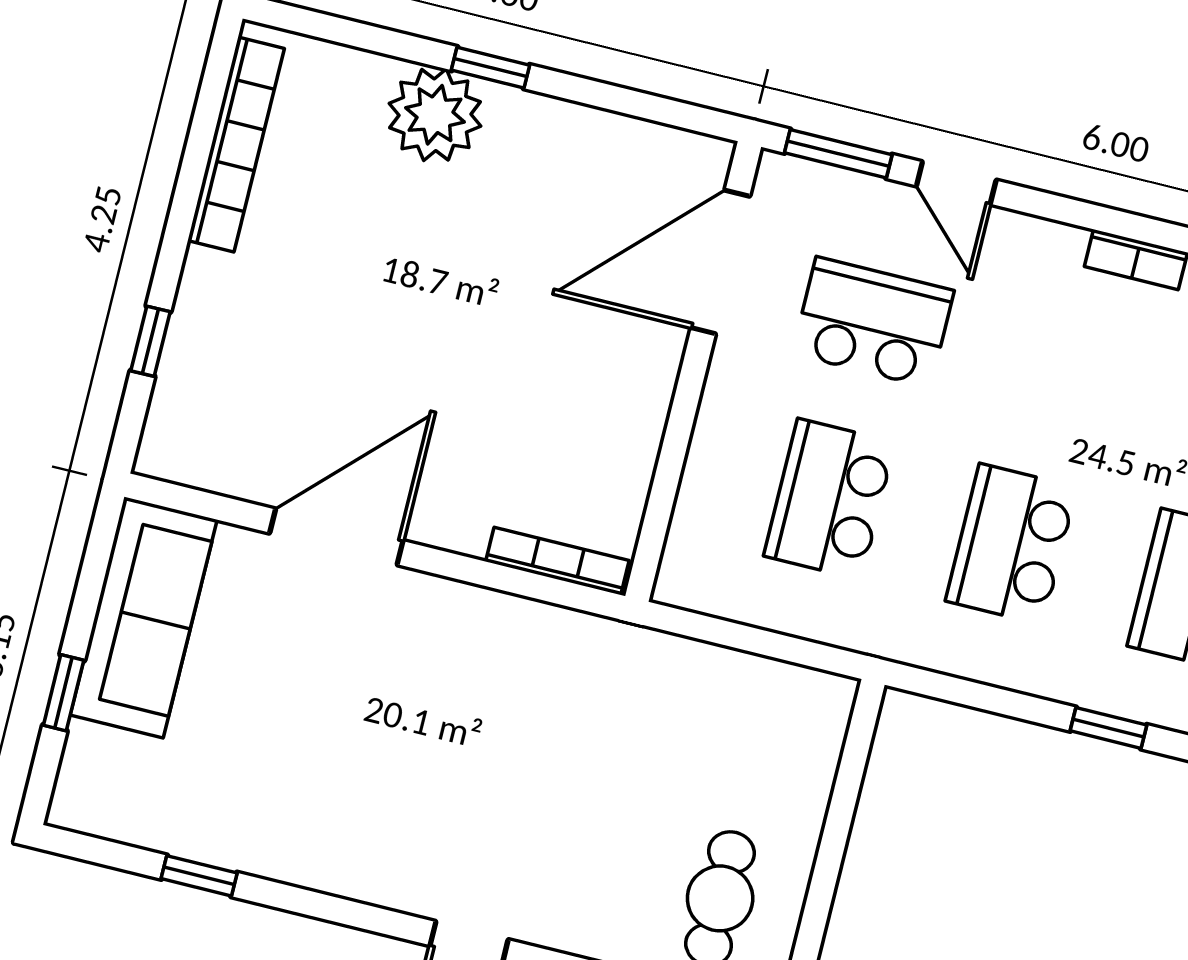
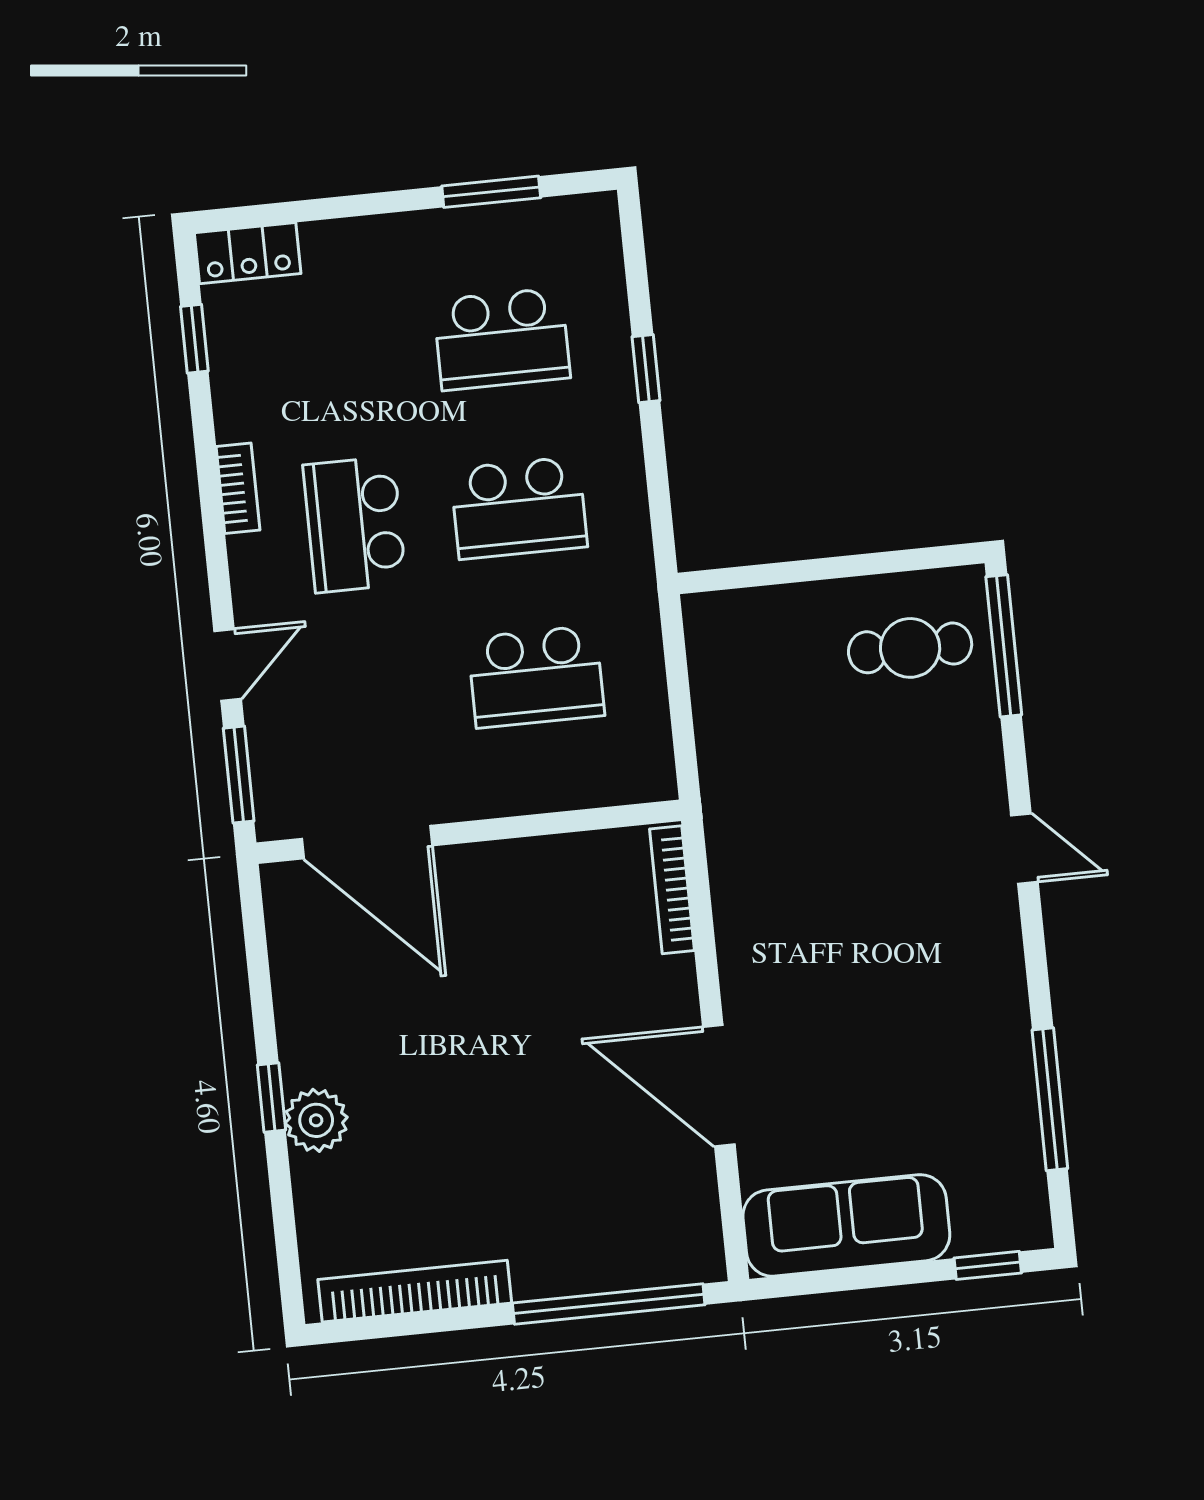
plant: (435, 115) -> (316, 1120), width x0.73, depth x0.73
school desk: (873, 322) -> (355, 525), moved
window: (151, 341) -> (609, 1304), width x3.17
window: (64, 693) -> (988, 1265), moved
window: (199, 876) -> (1050, 1099), width x2.17

